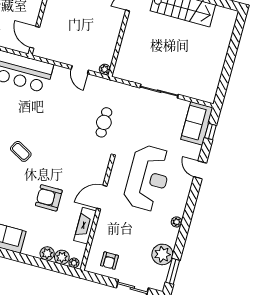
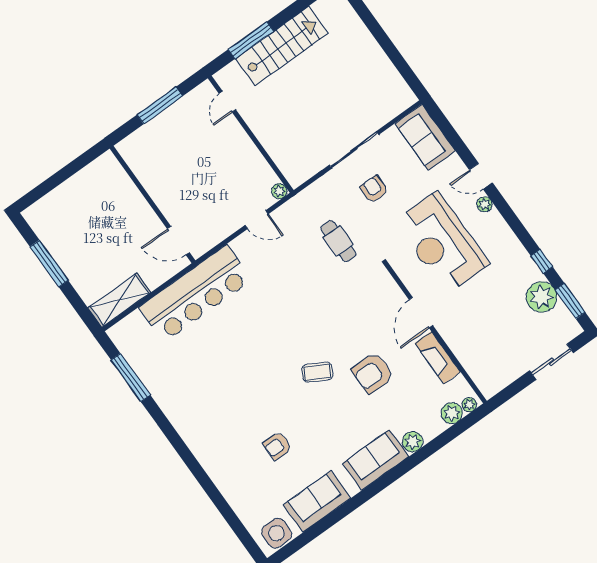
window: (210, 131) -> (542, 261), moved
coffee table: (21, 151) -> (317, 372), moved
reception desk: (148, 178) -> (442, 243), turned 180
plant: (177, 222) -> (484, 204), moved
plant: (47, 254) -> (413, 442), moved
armchair: (109, 261) -> (374, 189), moved, turned 180

